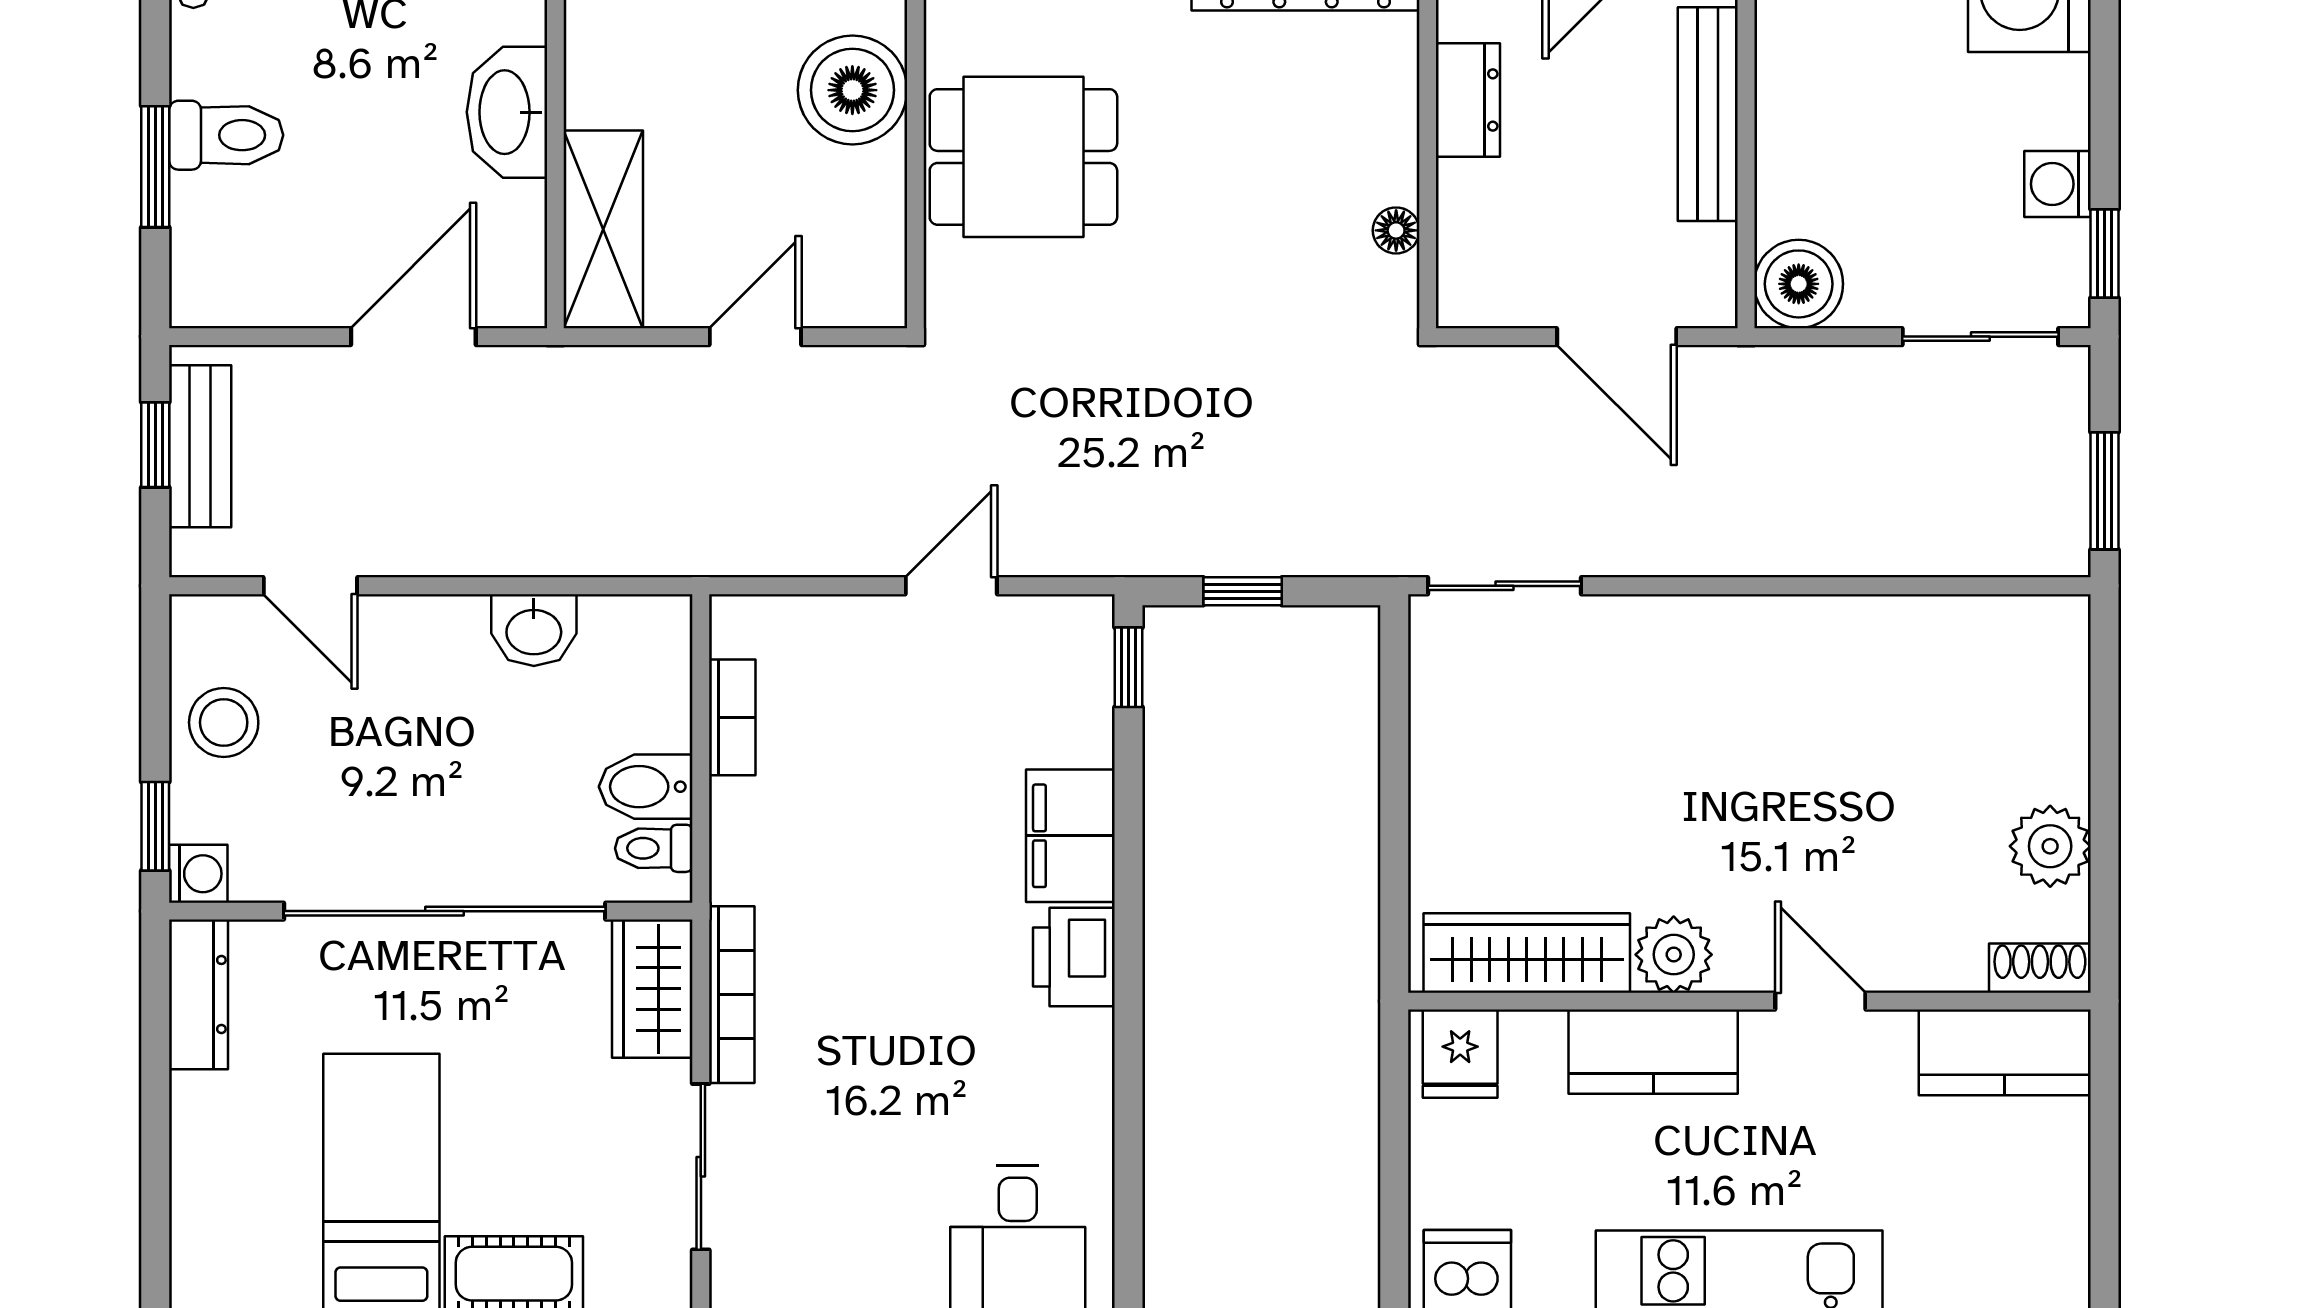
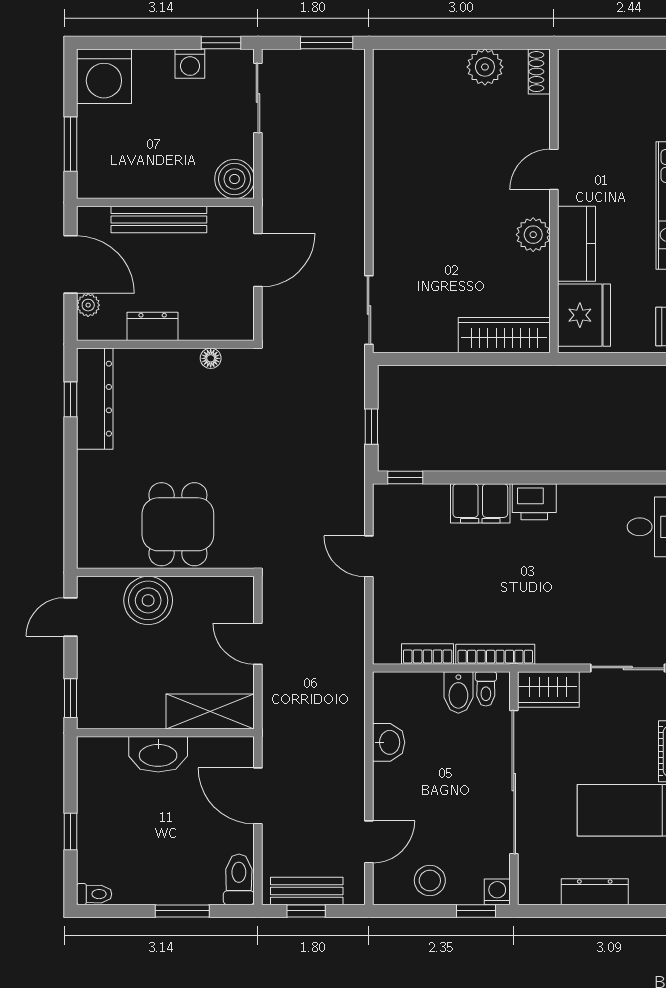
toilet: (226, 135) -> (239, 879), moved
wardrobe: (1527, 953) -> (504, 335), moved, turned 90
dresser: (199, 994) -> (595, 892), moved
bookcase: (732, 995) -> (495, 654), moved
kitchen counter: (2005, 1052) -> (577, 87), removed
fridge: (1460, 1054) -> (584, 315), width x1.88, depth x1.34

